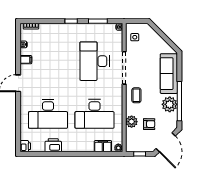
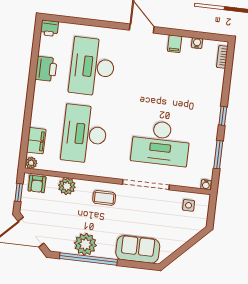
desk: (95, 61) -> (161, 143), turned 180
sofa: (169, 74) -> (138, 249), width x0.73
armchair: (149, 124) -> (37, 184), moved

